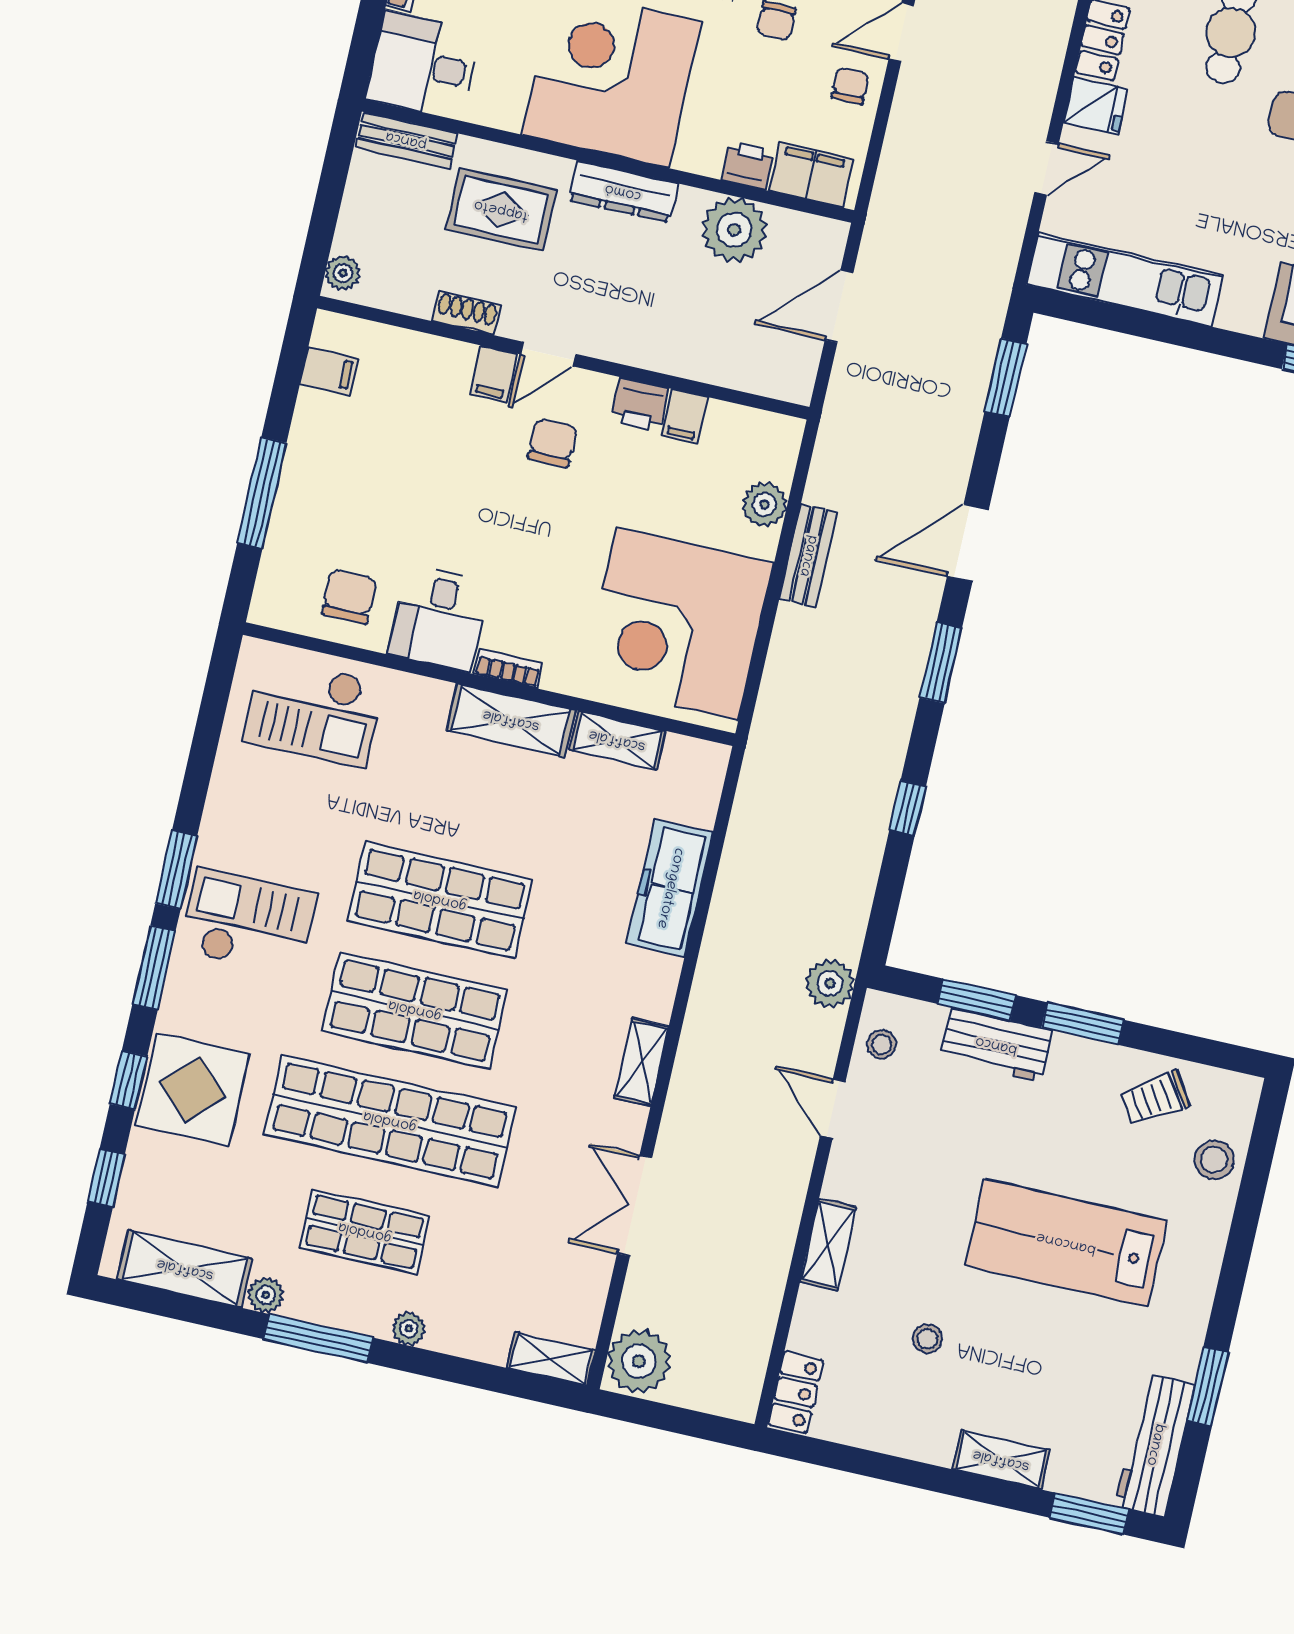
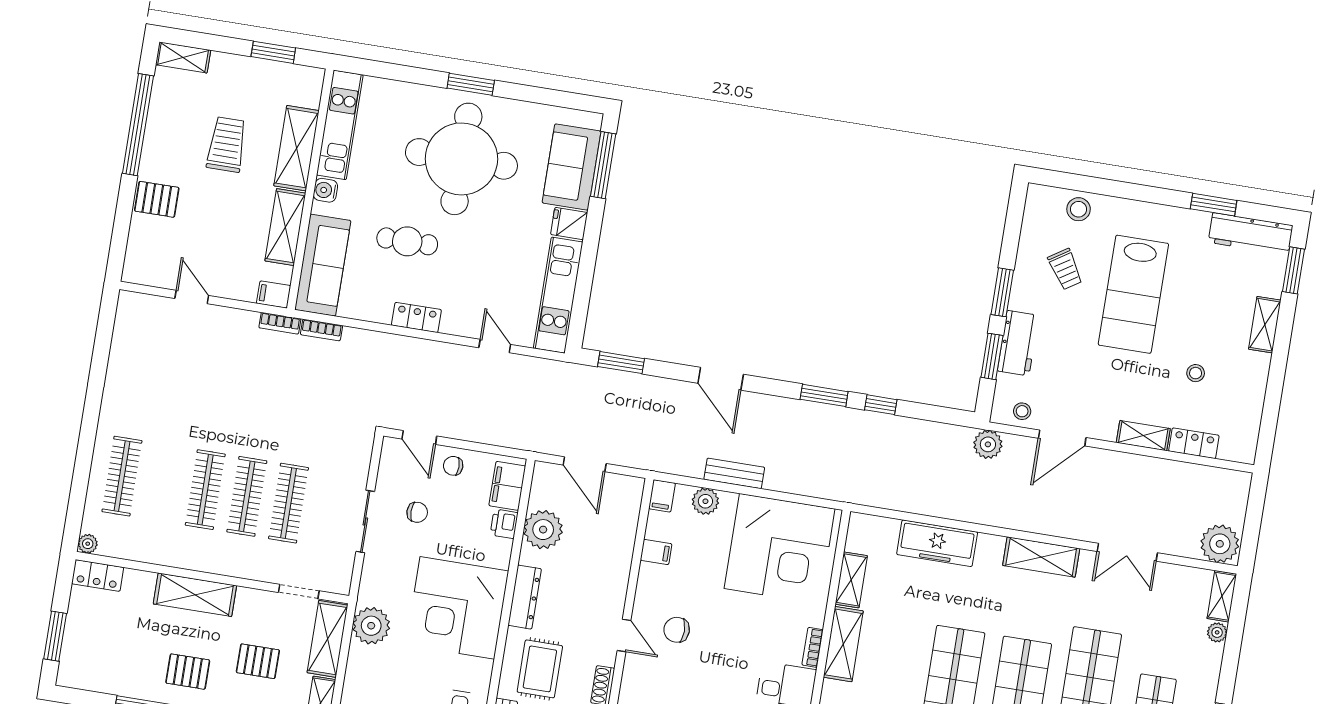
fridge: (1096, 106) -> (569, 223), moved, turned -90
filing cabinet: (493, 374) -> (662, 496), moved, turned 90
printer: (640, 405) -> (651, 579), removed
window: (941, 663) -> (824, 395), moved
shelving: (642, 1062) -> (1041, 557), width x1.50, depth x1.33
trolley: (1155, 1098) -> (1065, 269), moved
door: (833, 1109) -> (1062, 438), width x1.38
plant: (409, 1329) -> (1217, 632), moved
locker: (796, 1392) -> (1194, 443), moved

